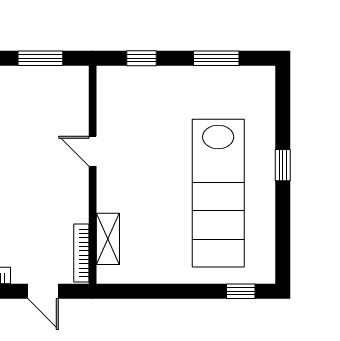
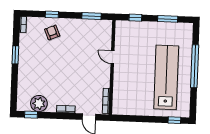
window: (283, 165) -> (195, 66), width x3.17
lab bench: (218, 193) -> (166, 77), turned 180
shelving: (108, 239) -> (118, 95), removed

